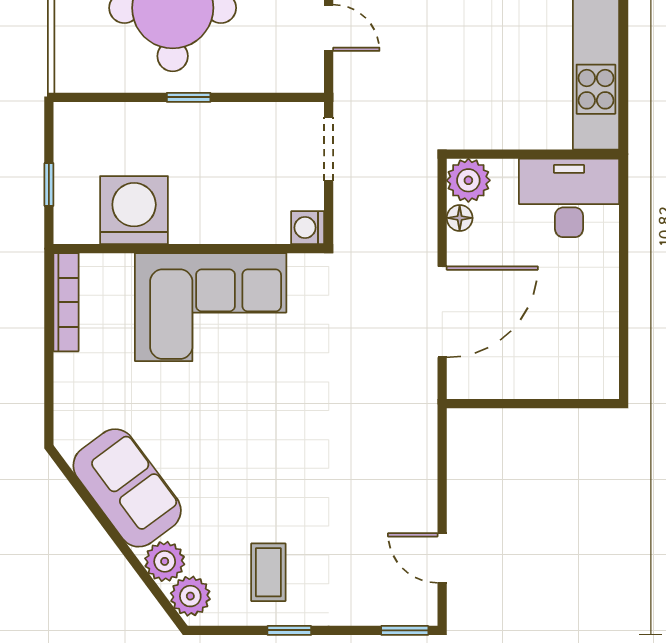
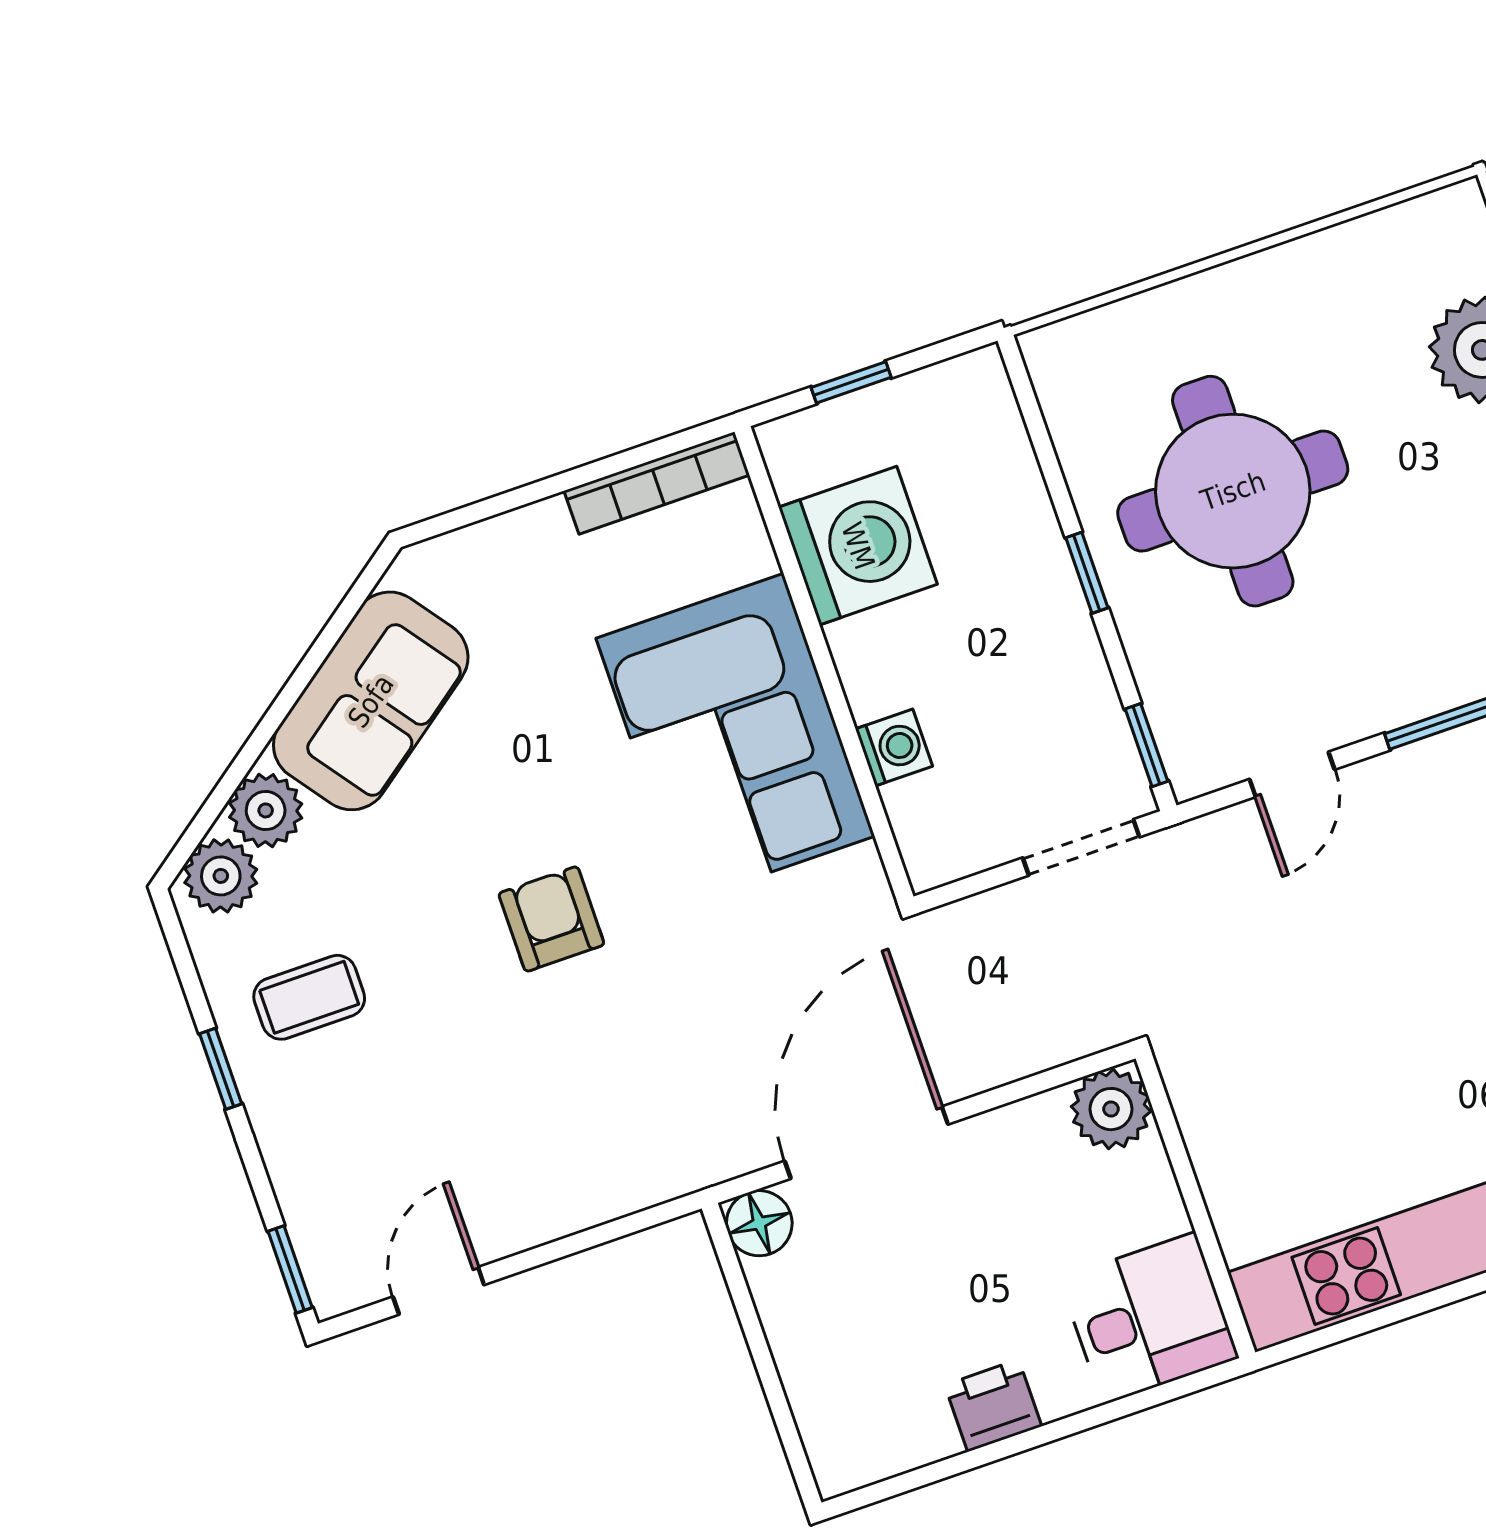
window: (288, 97) -> (1146, 745), added
desk: (569, 198) -> (1149, 1318), width x0.73
floor lamp: (460, 218) -> (759, 1223), moved, width x1.37, depth x1.37
washing machine: (308, 228) -> (894, 748), moved, turned 90
printer: (600, 294) -> (993, 1406), added
door: (442, 312) -> (866, 1143), swing flipped
armchair: (271, 434) -> (551, 919), added

